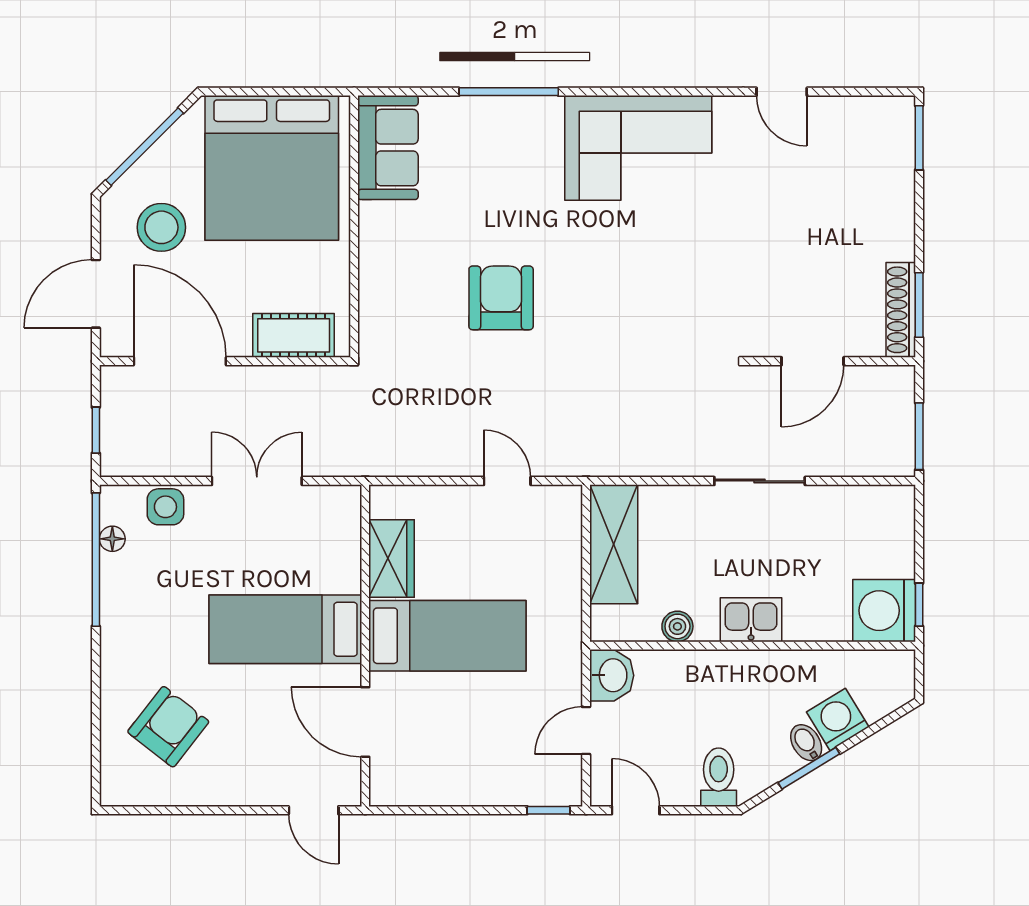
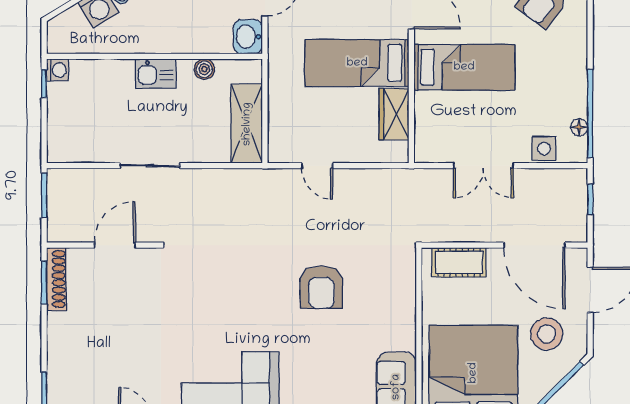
washing machine: (884, 611) -> (58, 70), width x0.53, depth x0.53

